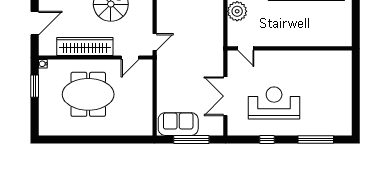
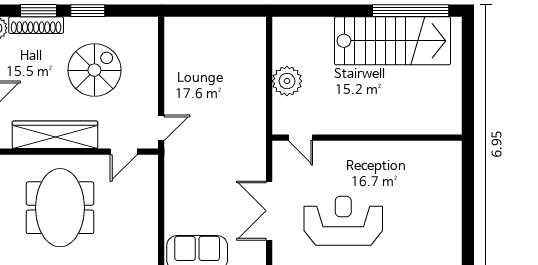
meeting table: (88, 94) -> (60, 208), turned 90

